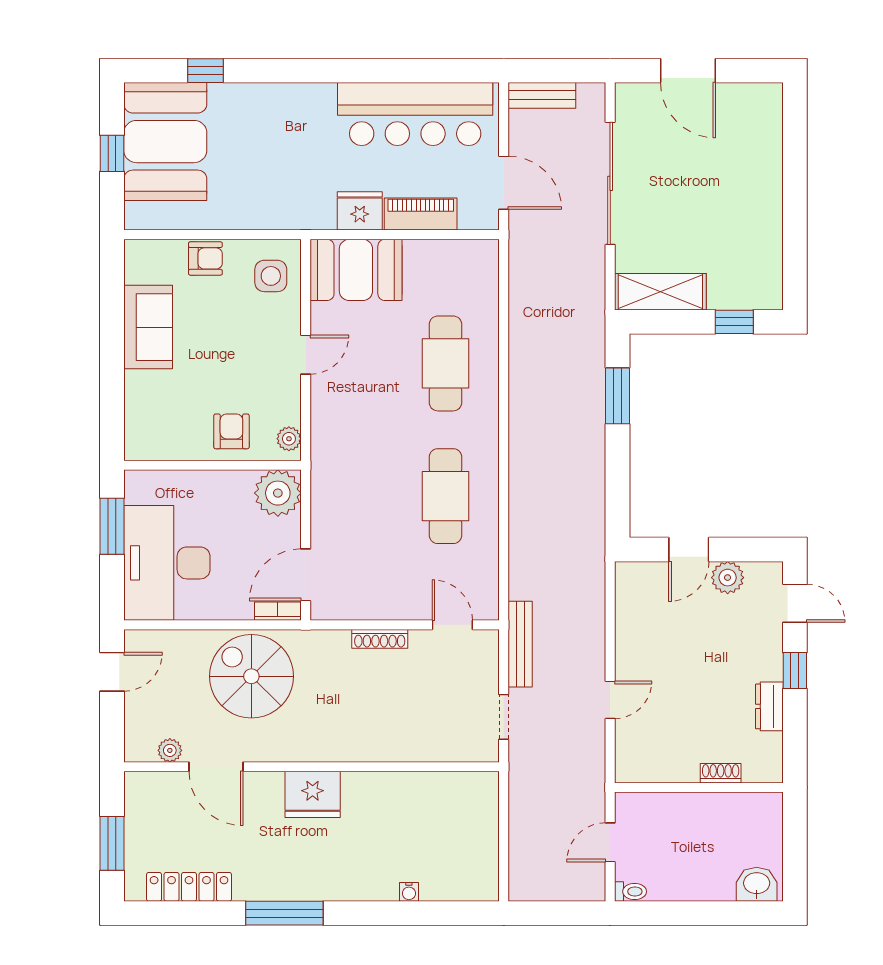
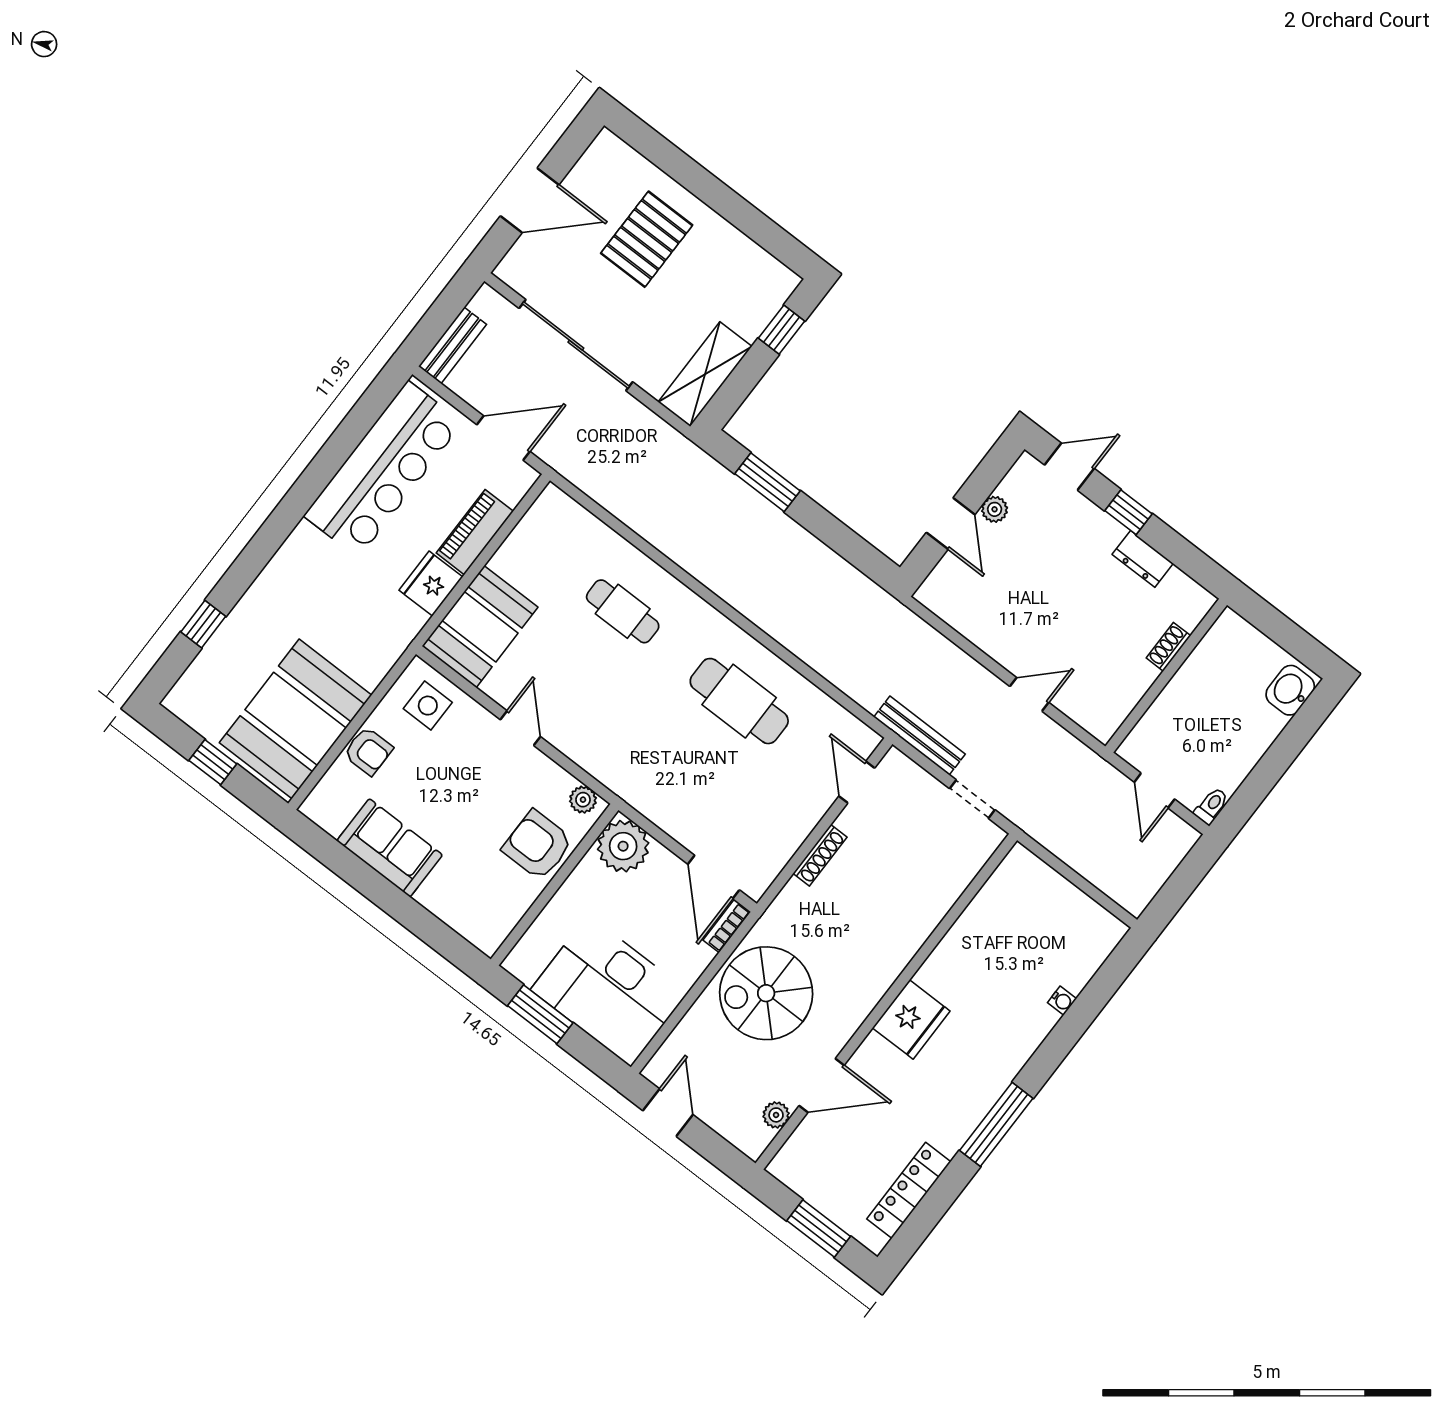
booth: (165, 142) -> (296, 719), moved, turned 90
pallet: (725, 176) -> (647, 239), added
armchair: (205, 258) -> (368, 751), turned 90
cafe table: (445, 363) -> (623, 611), width x0.73, depth x0.74
armchair: (231, 431) -> (538, 845), width x1.38, depth x1.38
plant: (728, 578) -> (995, 509), width x0.73, depth x0.73
door: (452, 625) -> (857, 782), hinge flipped
door: (610, 700) -> (1029, 694), hinge flipped

